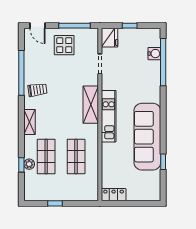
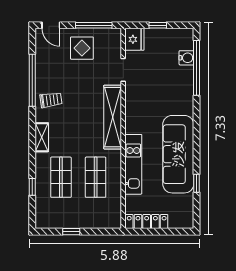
shelving: (91, 105) -> (113, 117), width x1.47
kitchen unit: (109, 116) -> (133, 164), moved
plant: (29, 164) -> (41, 186), removed
locker: (114, 195) -> (147, 222), width x1.53

